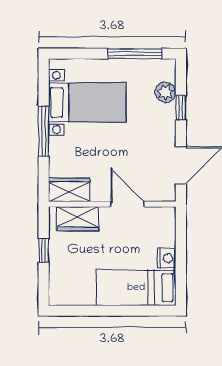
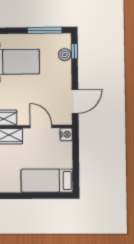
window: (181, 108) -> (74, 51), moved
nightstand: (167, 258) -> (66, 134), moved

